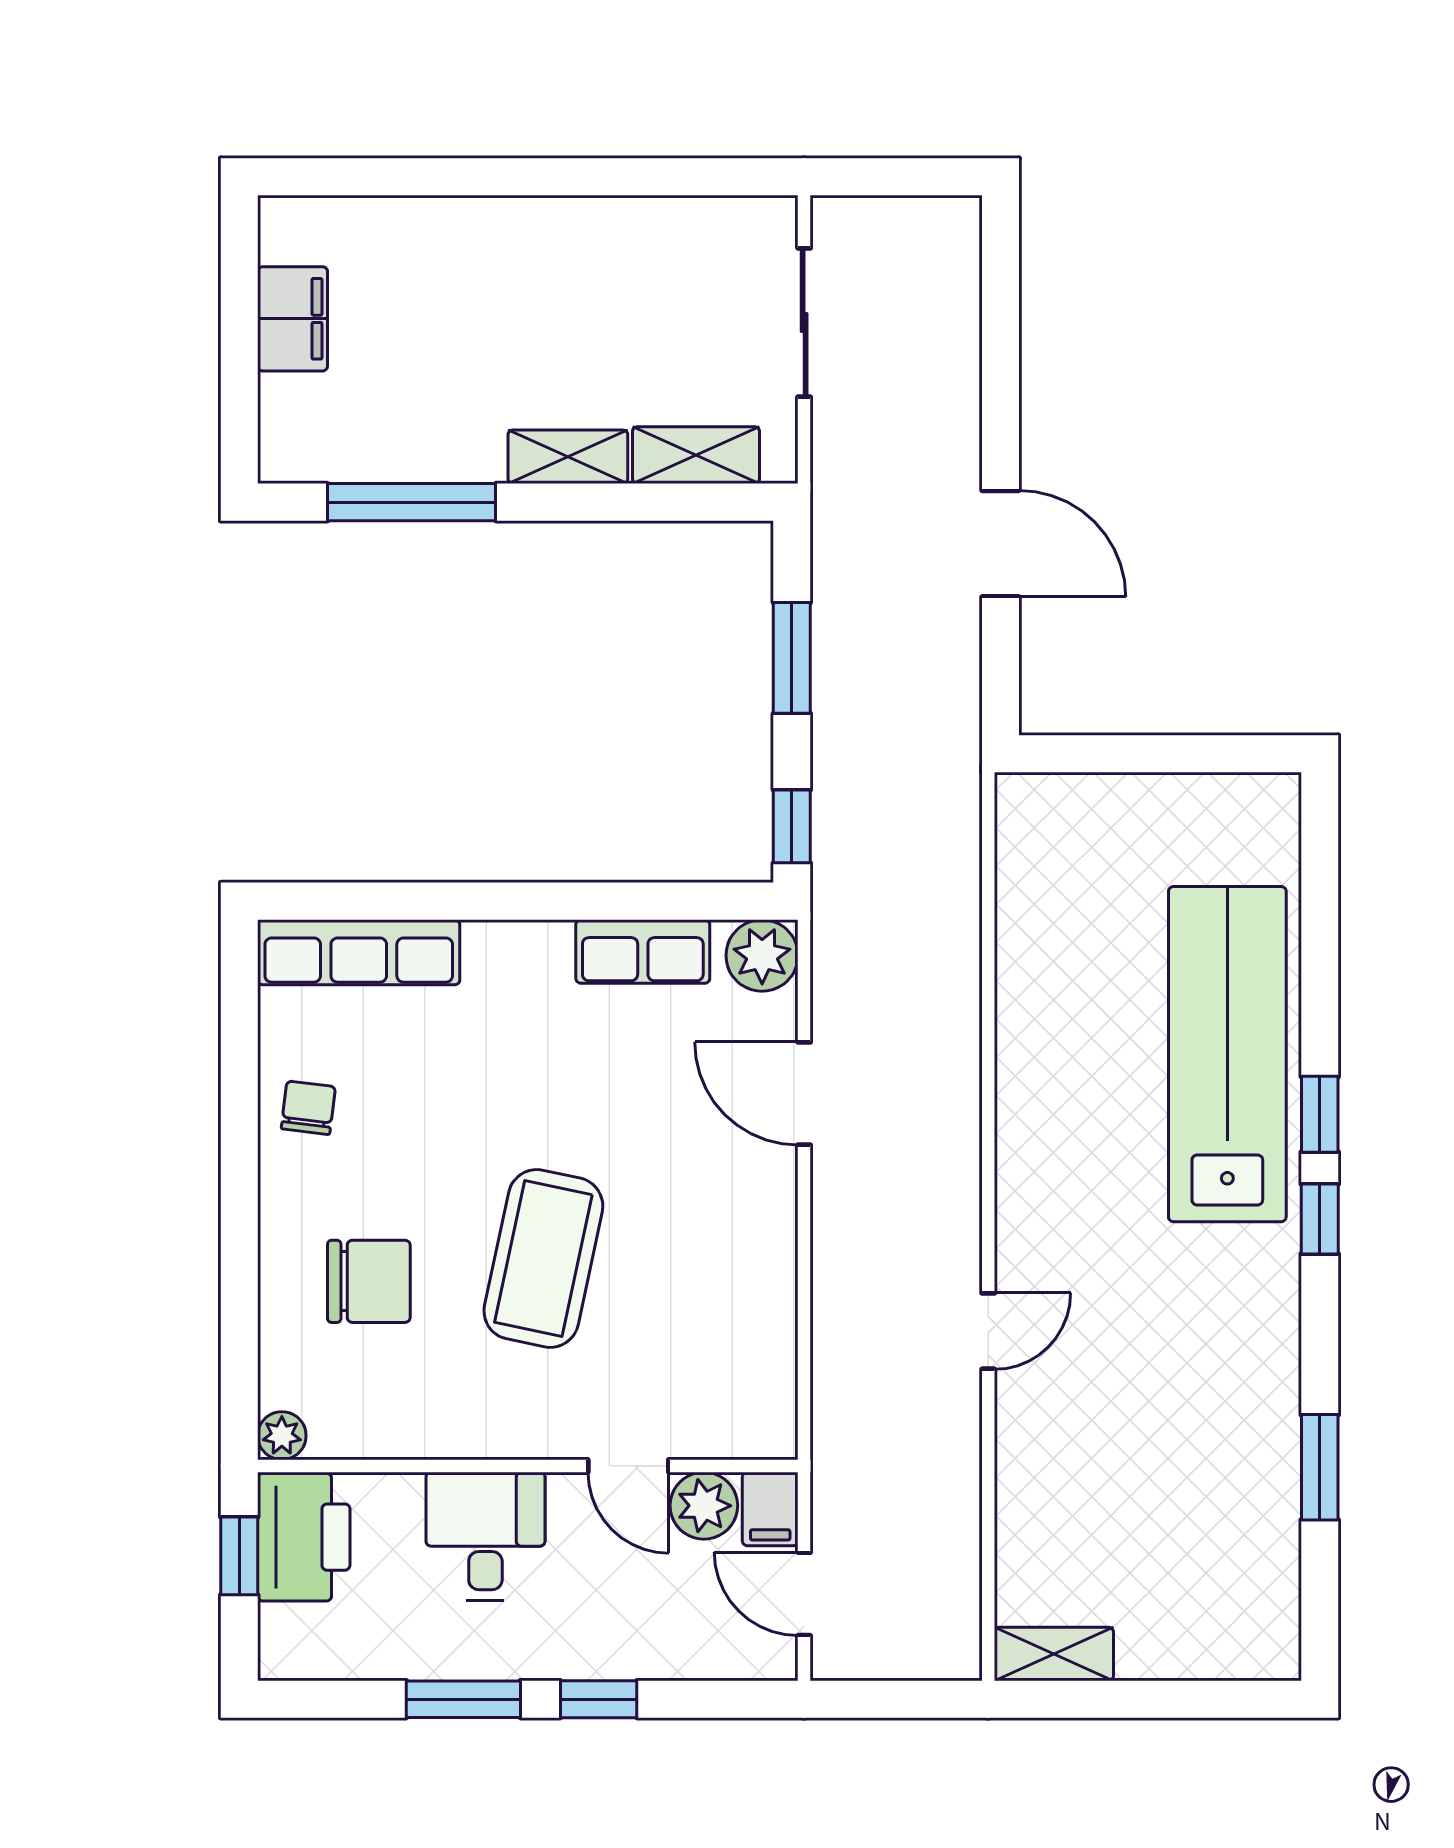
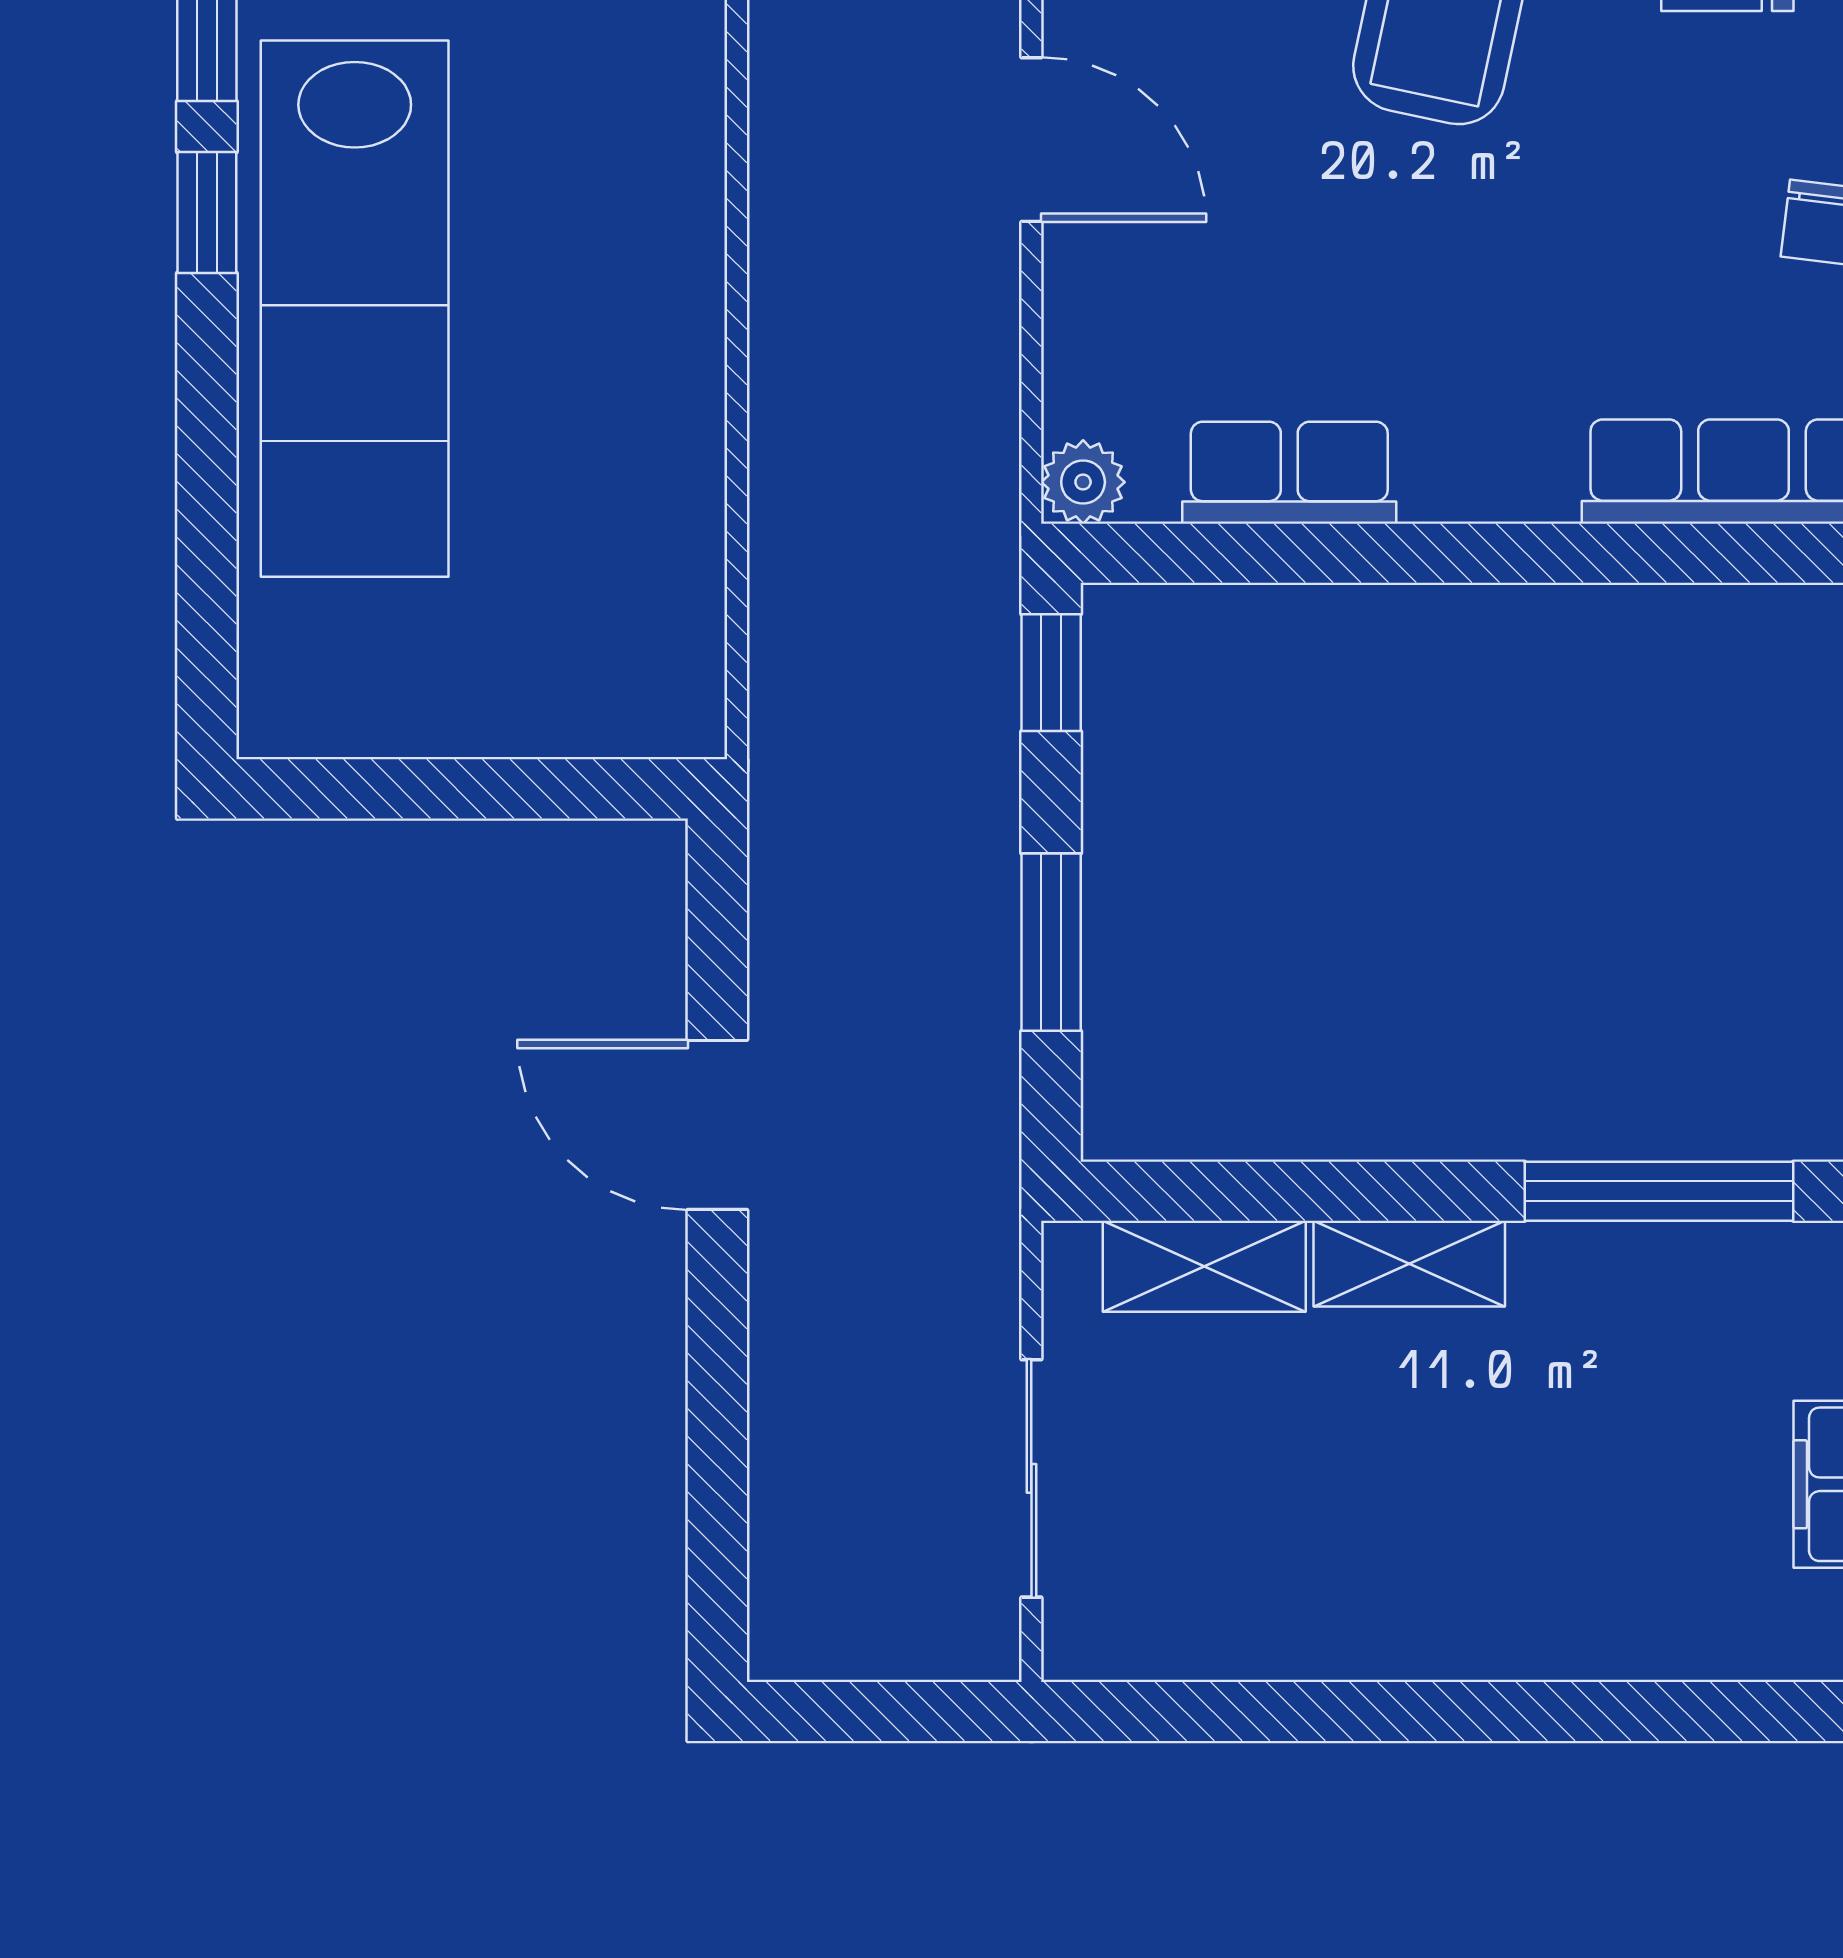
plant: (762, 955) -> (1083, 482), width x0.73, depth x0.73
door: (804, 1094) -> (1031, 140), moved

